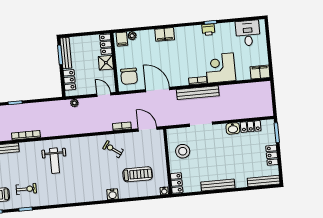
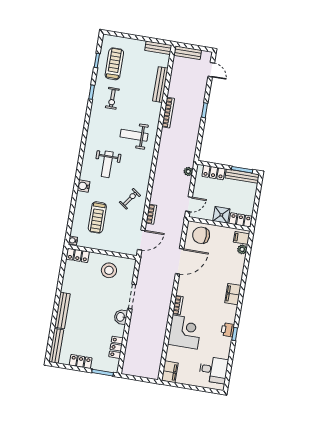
filing cabinet: (165, 34) -> (233, 294), moved
bench: (198, 93) -> (165, 302), removed
washbasin: (233, 128) -> (121, 317), moved
weight bench: (87, 178) -> (107, 164), added
bench: (218, 185) -> (62, 311), moved

